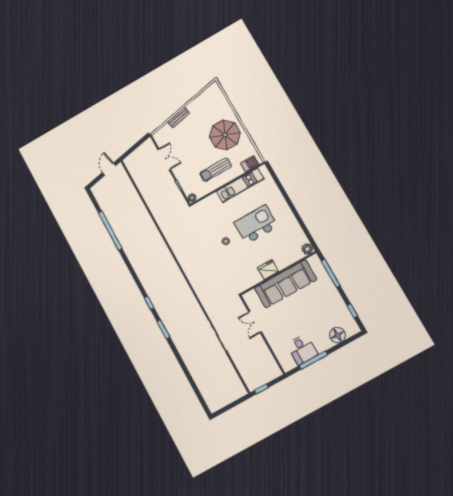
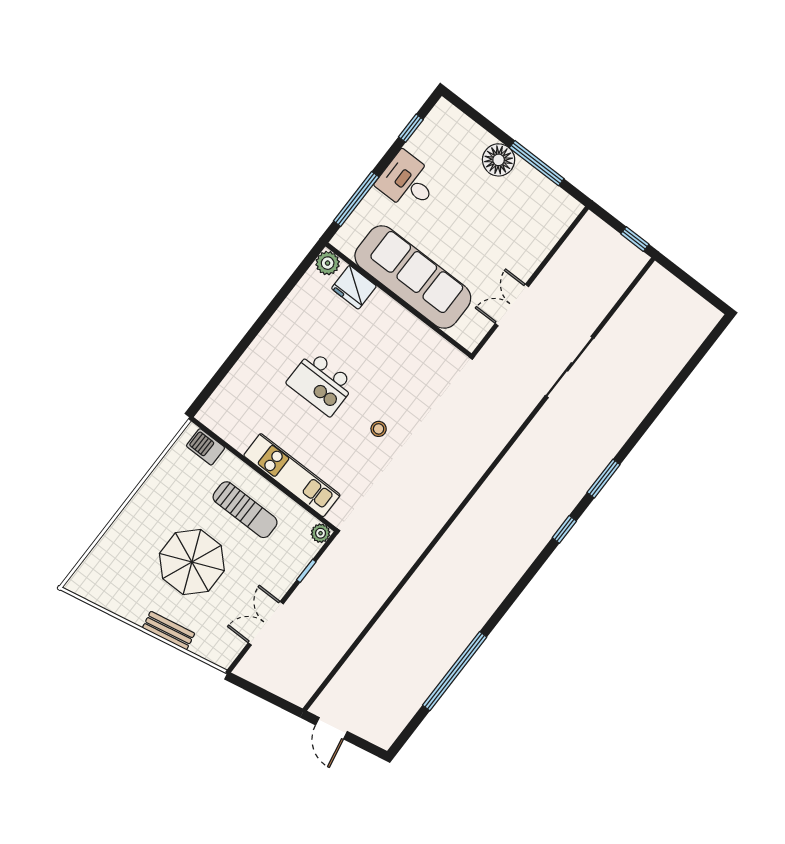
parasol: (225, 135) -> (192, 562), moved
door: (109, 169) -> (331, 728), hinge flipped
kitchen unit: (240, 185) -> (292, 475), moved
kitchen island: (256, 224) -> (321, 383), width x0.73, depth x0.78
fridge: (268, 269) -> (354, 287), moved
double door: (255, 322) -> (512, 305), swing flipped
floor lamp: (337, 335) -> (499, 160), moved
desk: (302, 349) -> (408, 182), moved, turned -90

